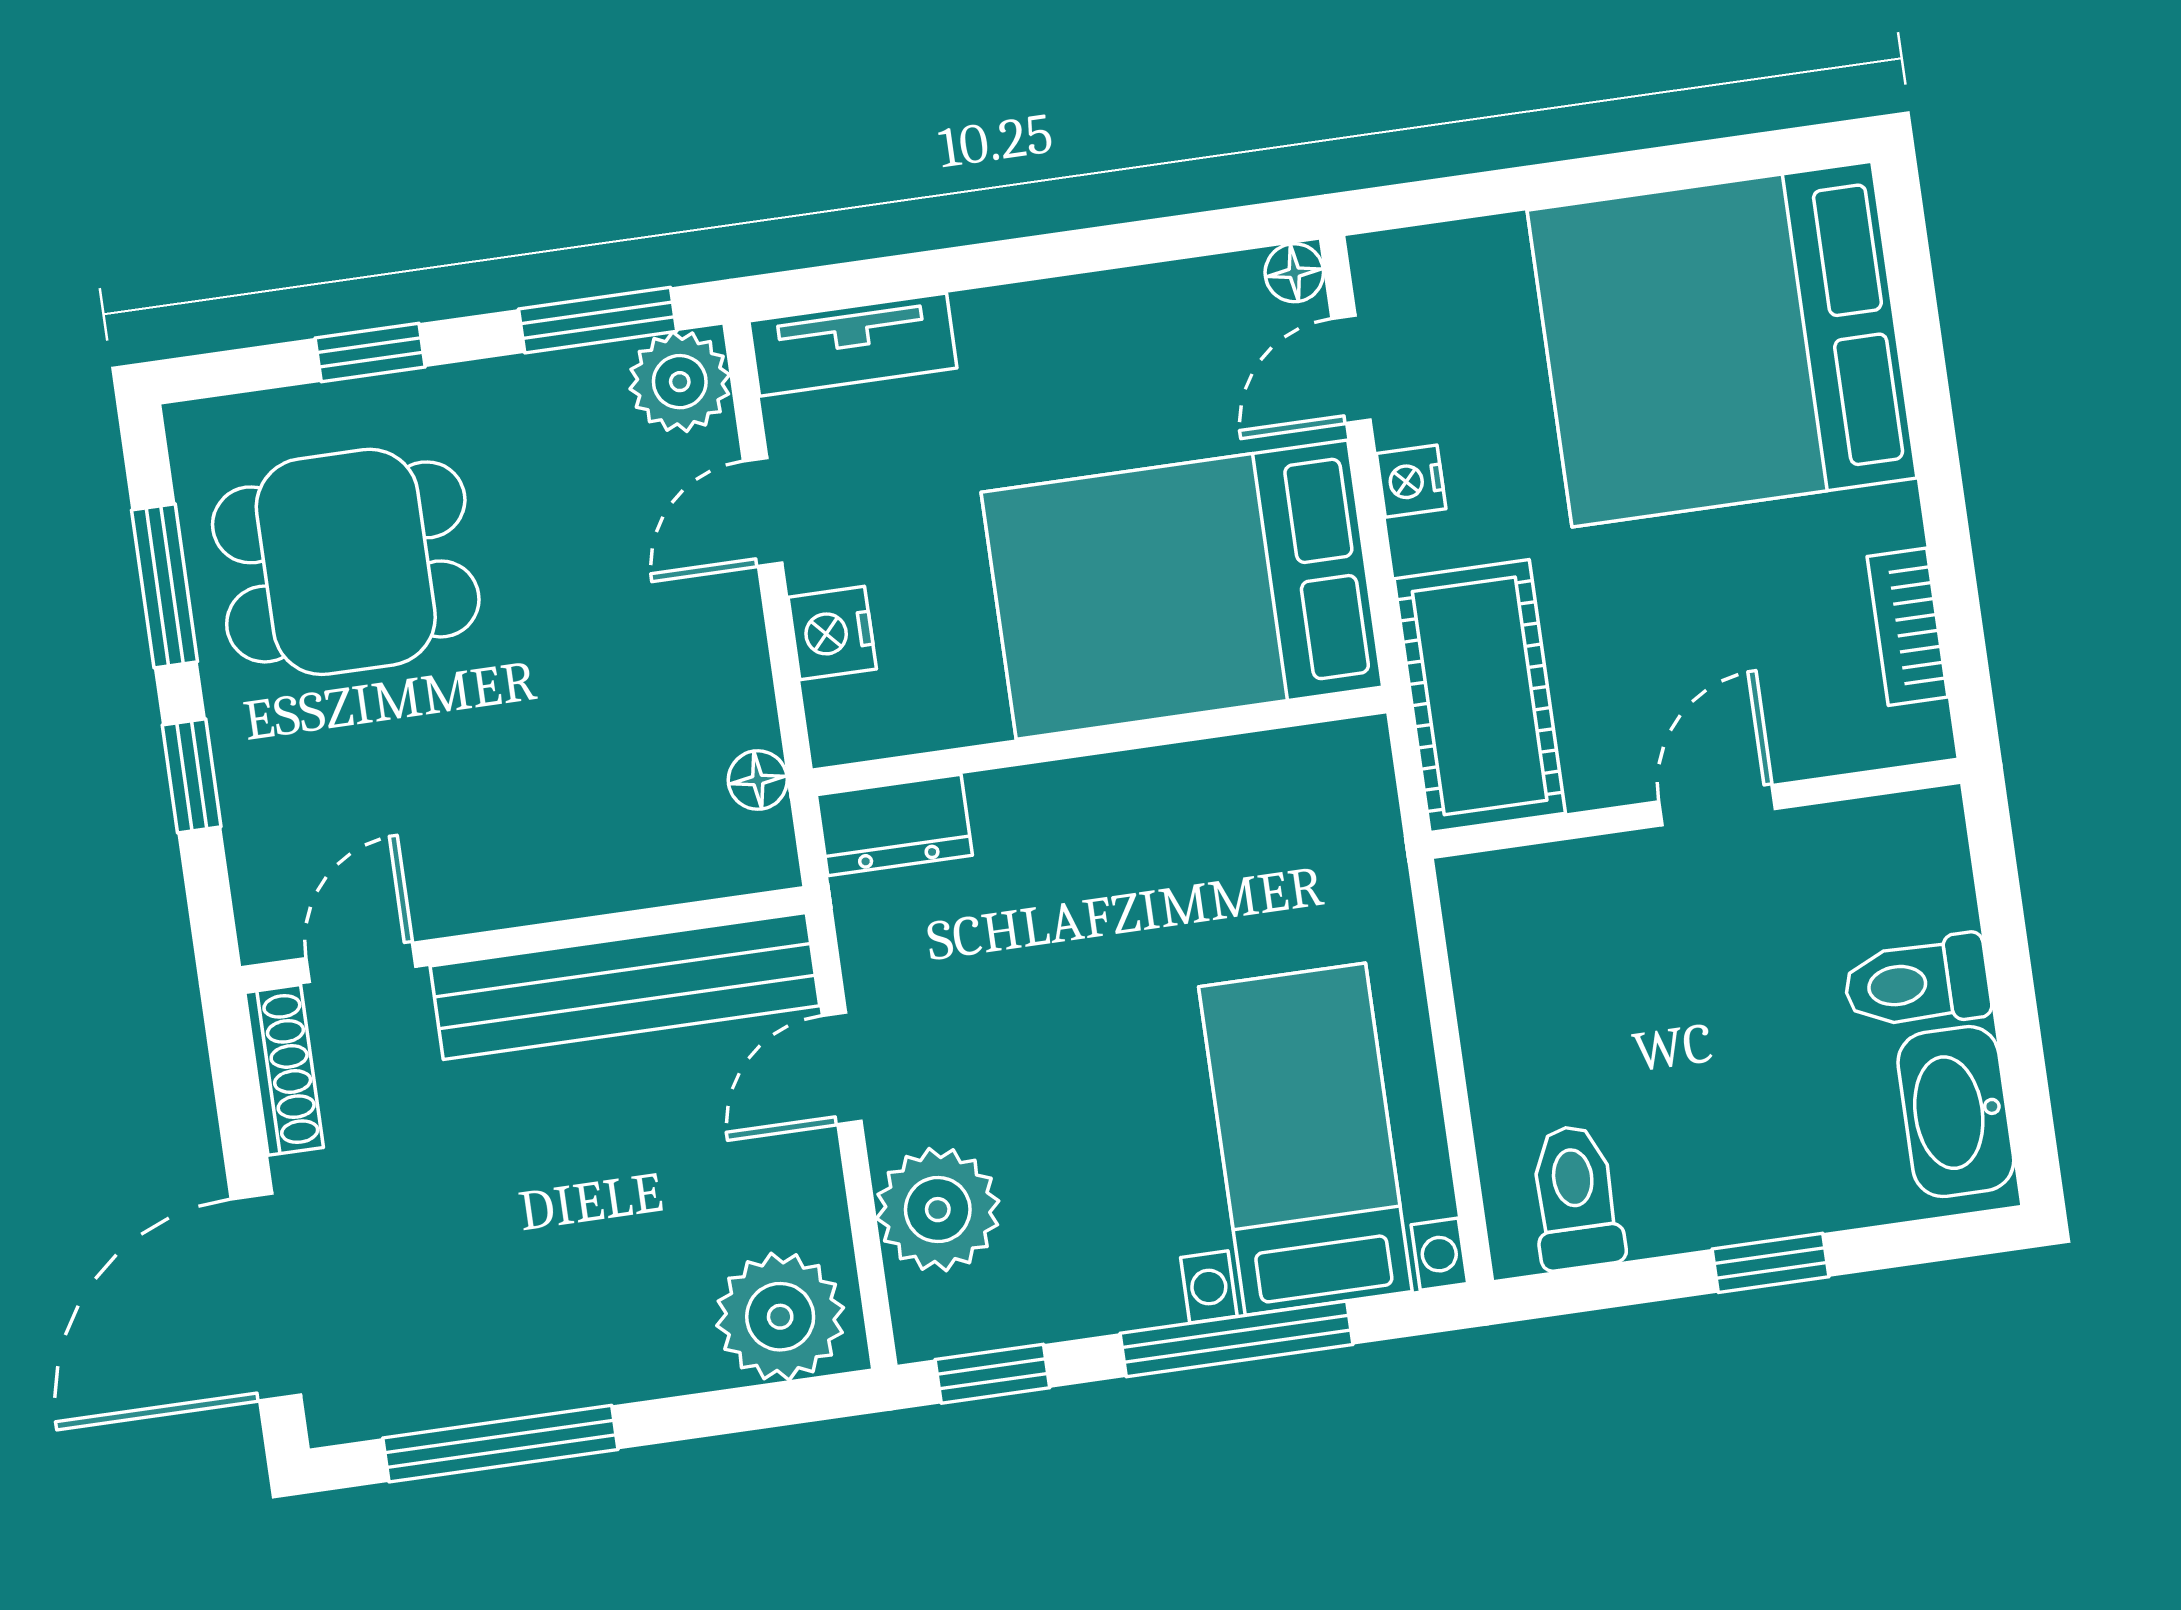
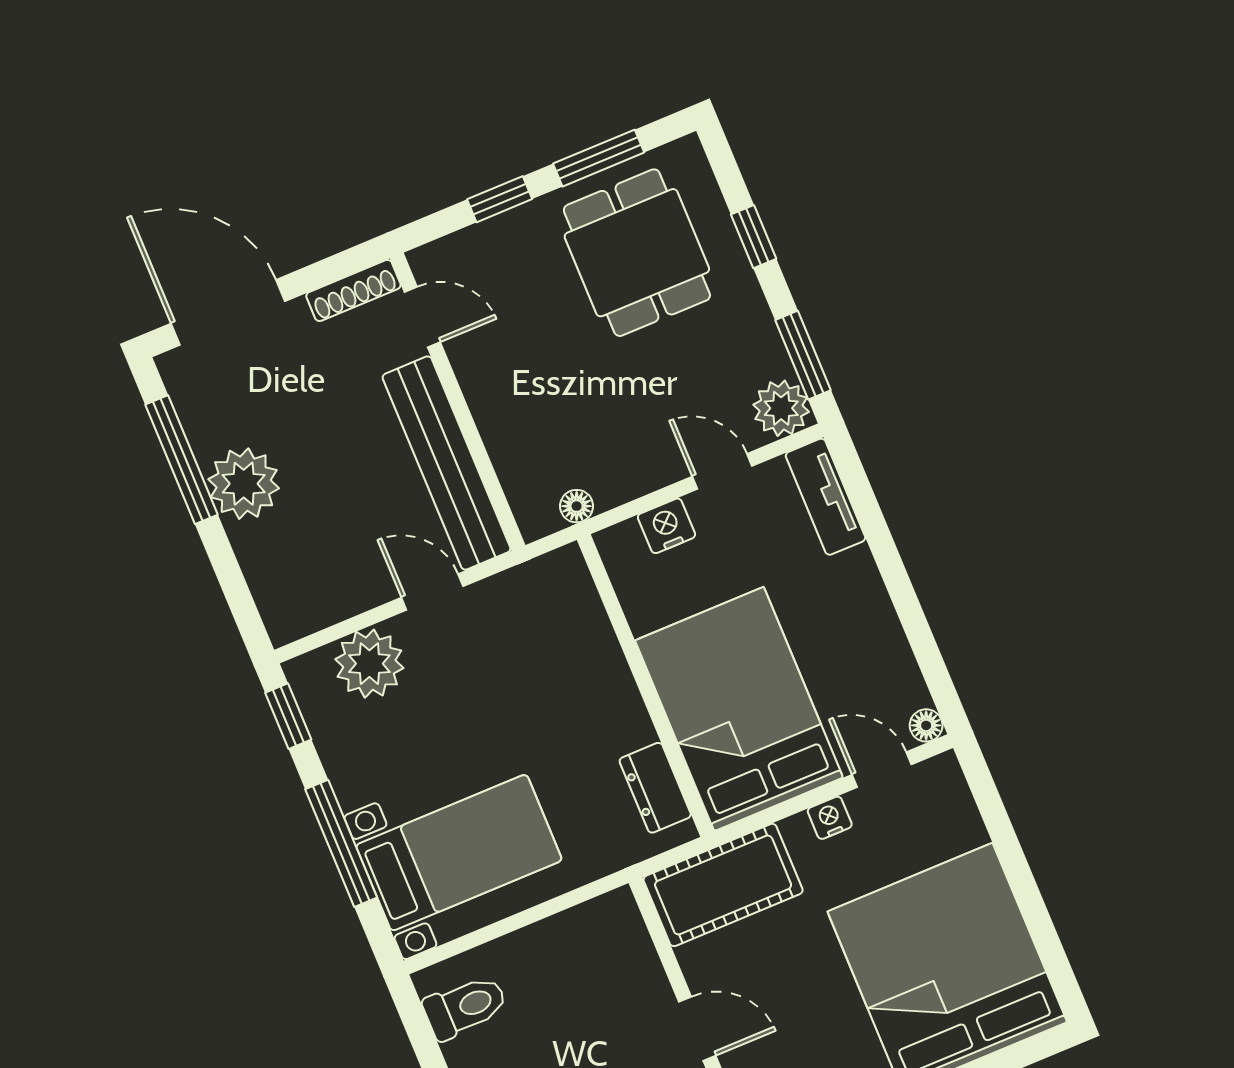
dresser: (894, 825) -> (655, 788), moved
plant: (780, 1317) -> (244, 484), moved

